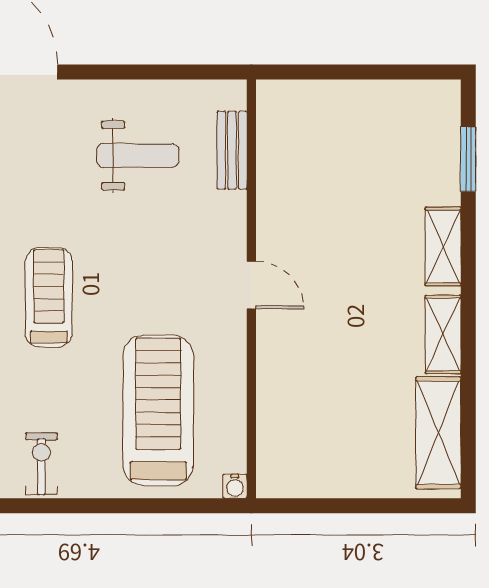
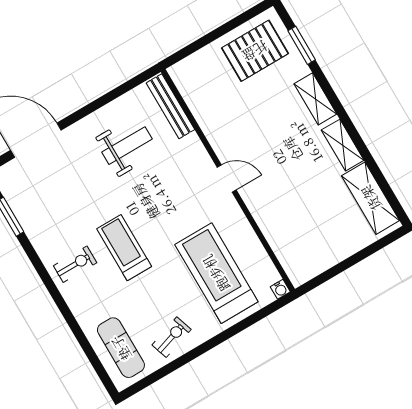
pallet: (398, 128) -> (255, 51), added
bench: (232, 150) -> (170, 106), width x1.36
exercise bike: (41, 464) -> (172, 337), turned 72

